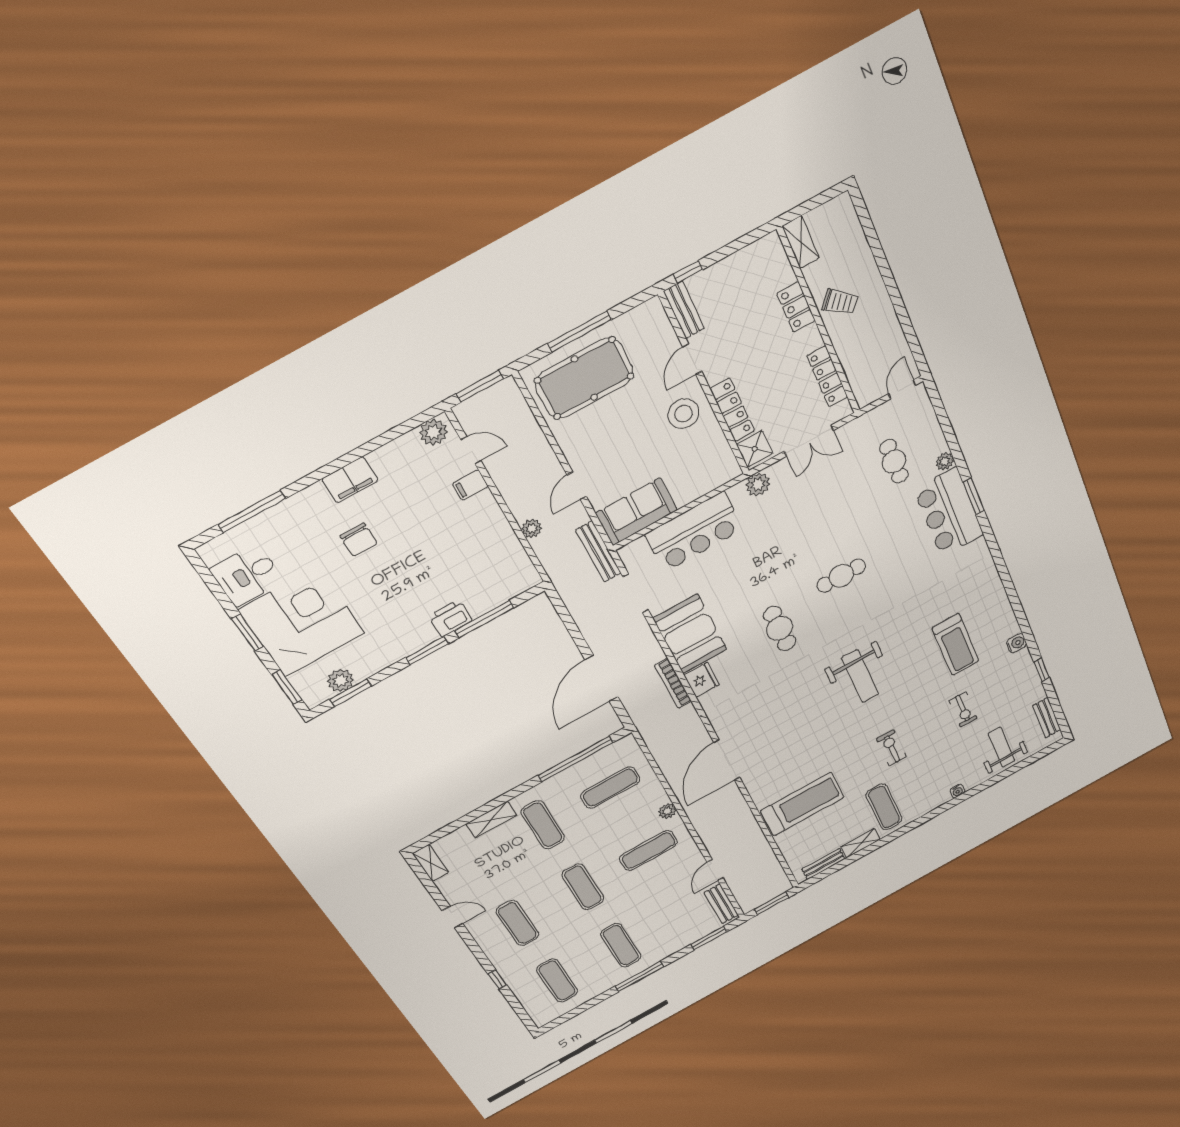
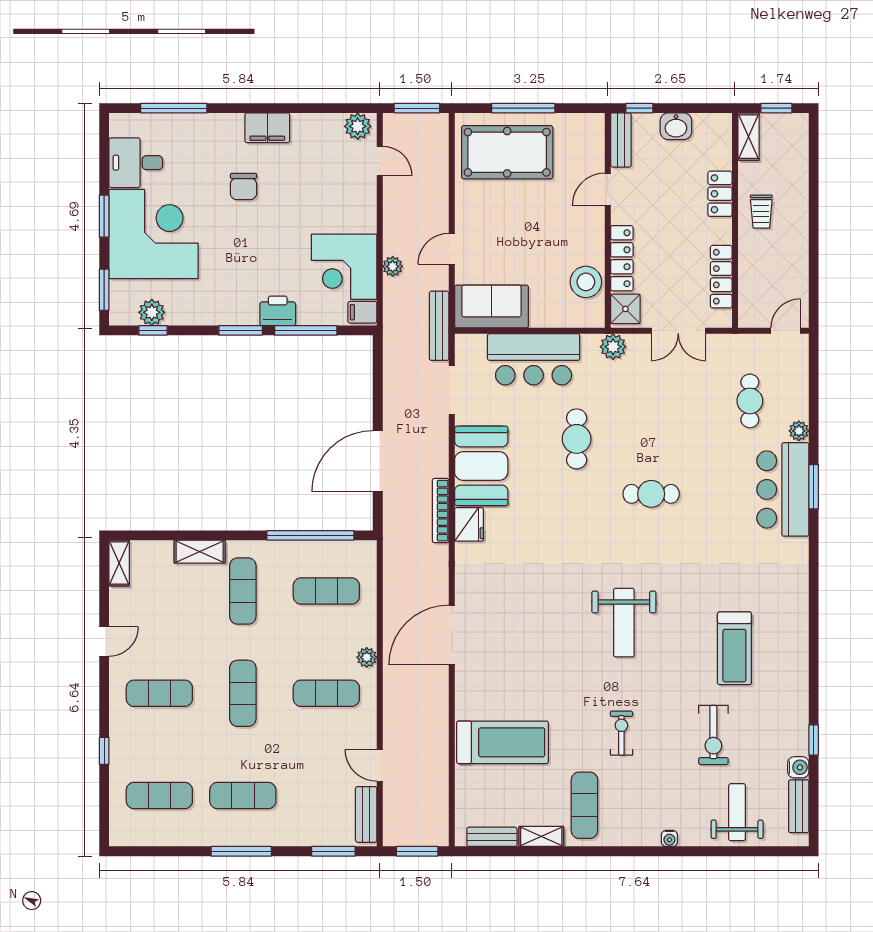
window: (816, 202) -> (776, 108), added
washbasin: (729, 270) -> (676, 126), added
trolley: (840, 302) -> (761, 212), turned 51
stool: (683, 414) -> (586, 282), moved
filing cabinet: (470, 485) -> (362, 312), moved
corner desk: (489, 553) -> (344, 267), added
cafe table: (780, 628) -> (577, 439), moved
water cooler: (1017, 643) -> (798, 767), moved
window: (351, 693) -> (153, 330), width x0.67
exercise bike: (963, 710) -> (713, 735), width x1.38, depth x1.39
door: (715, 870) -> (380, 765), hinge flipped
door: (452, 917) -> (104, 642), hinge flipped
exercise mat: (517, 923) -> (159, 693), turned 90
exercise mat: (621, 945) -> (243, 796), turned 90
exercise mat: (557, 981) -> (159, 796), turned 90

